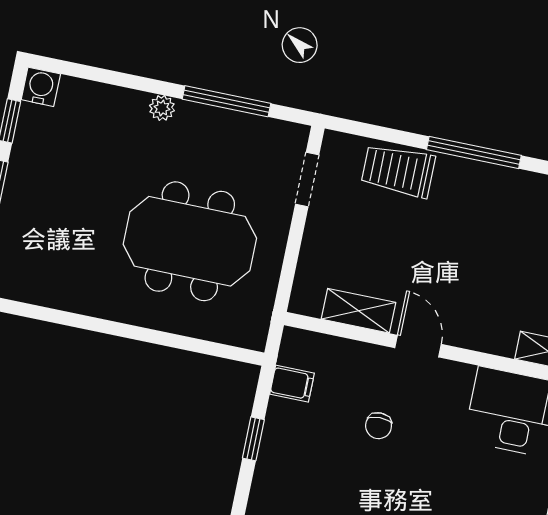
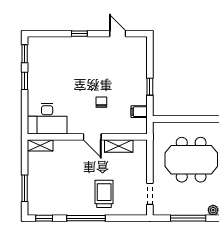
trolley: (398, 171) -> (104, 194), moved, turned -90

